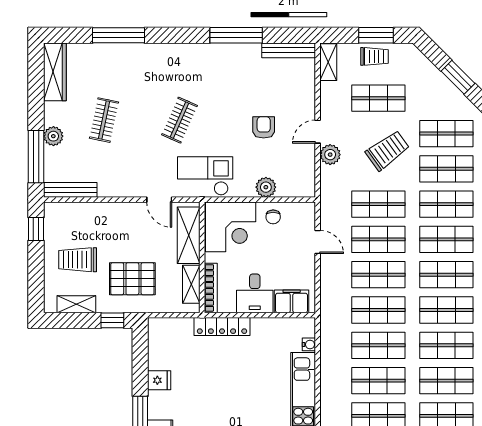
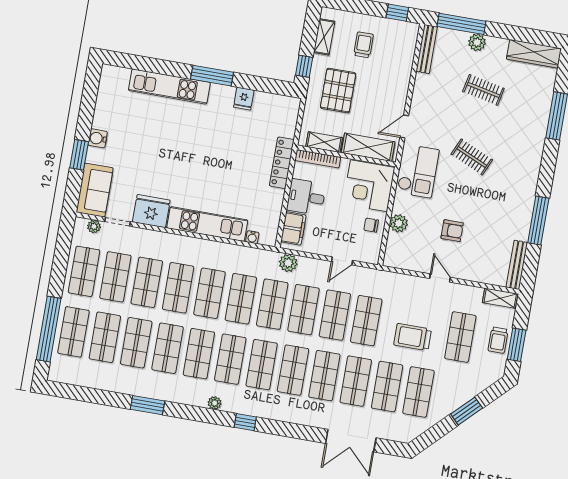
trolley: (387, 150) -> (413, 337), turned 126
plant: (330, 155) -> (288, 263), moved
trolley: (78, 260) -> (364, 45), width x0.73, depth x0.72

